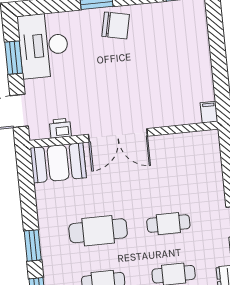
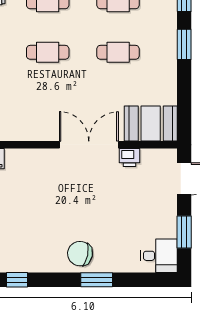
desk: (43, 45) -> (159, 256), width x0.53, depth x0.77
printer: (60, 128) -> (130, 157), moved
cafe table: (98, 231) -> (118, 52), width x0.73, depth x0.74

